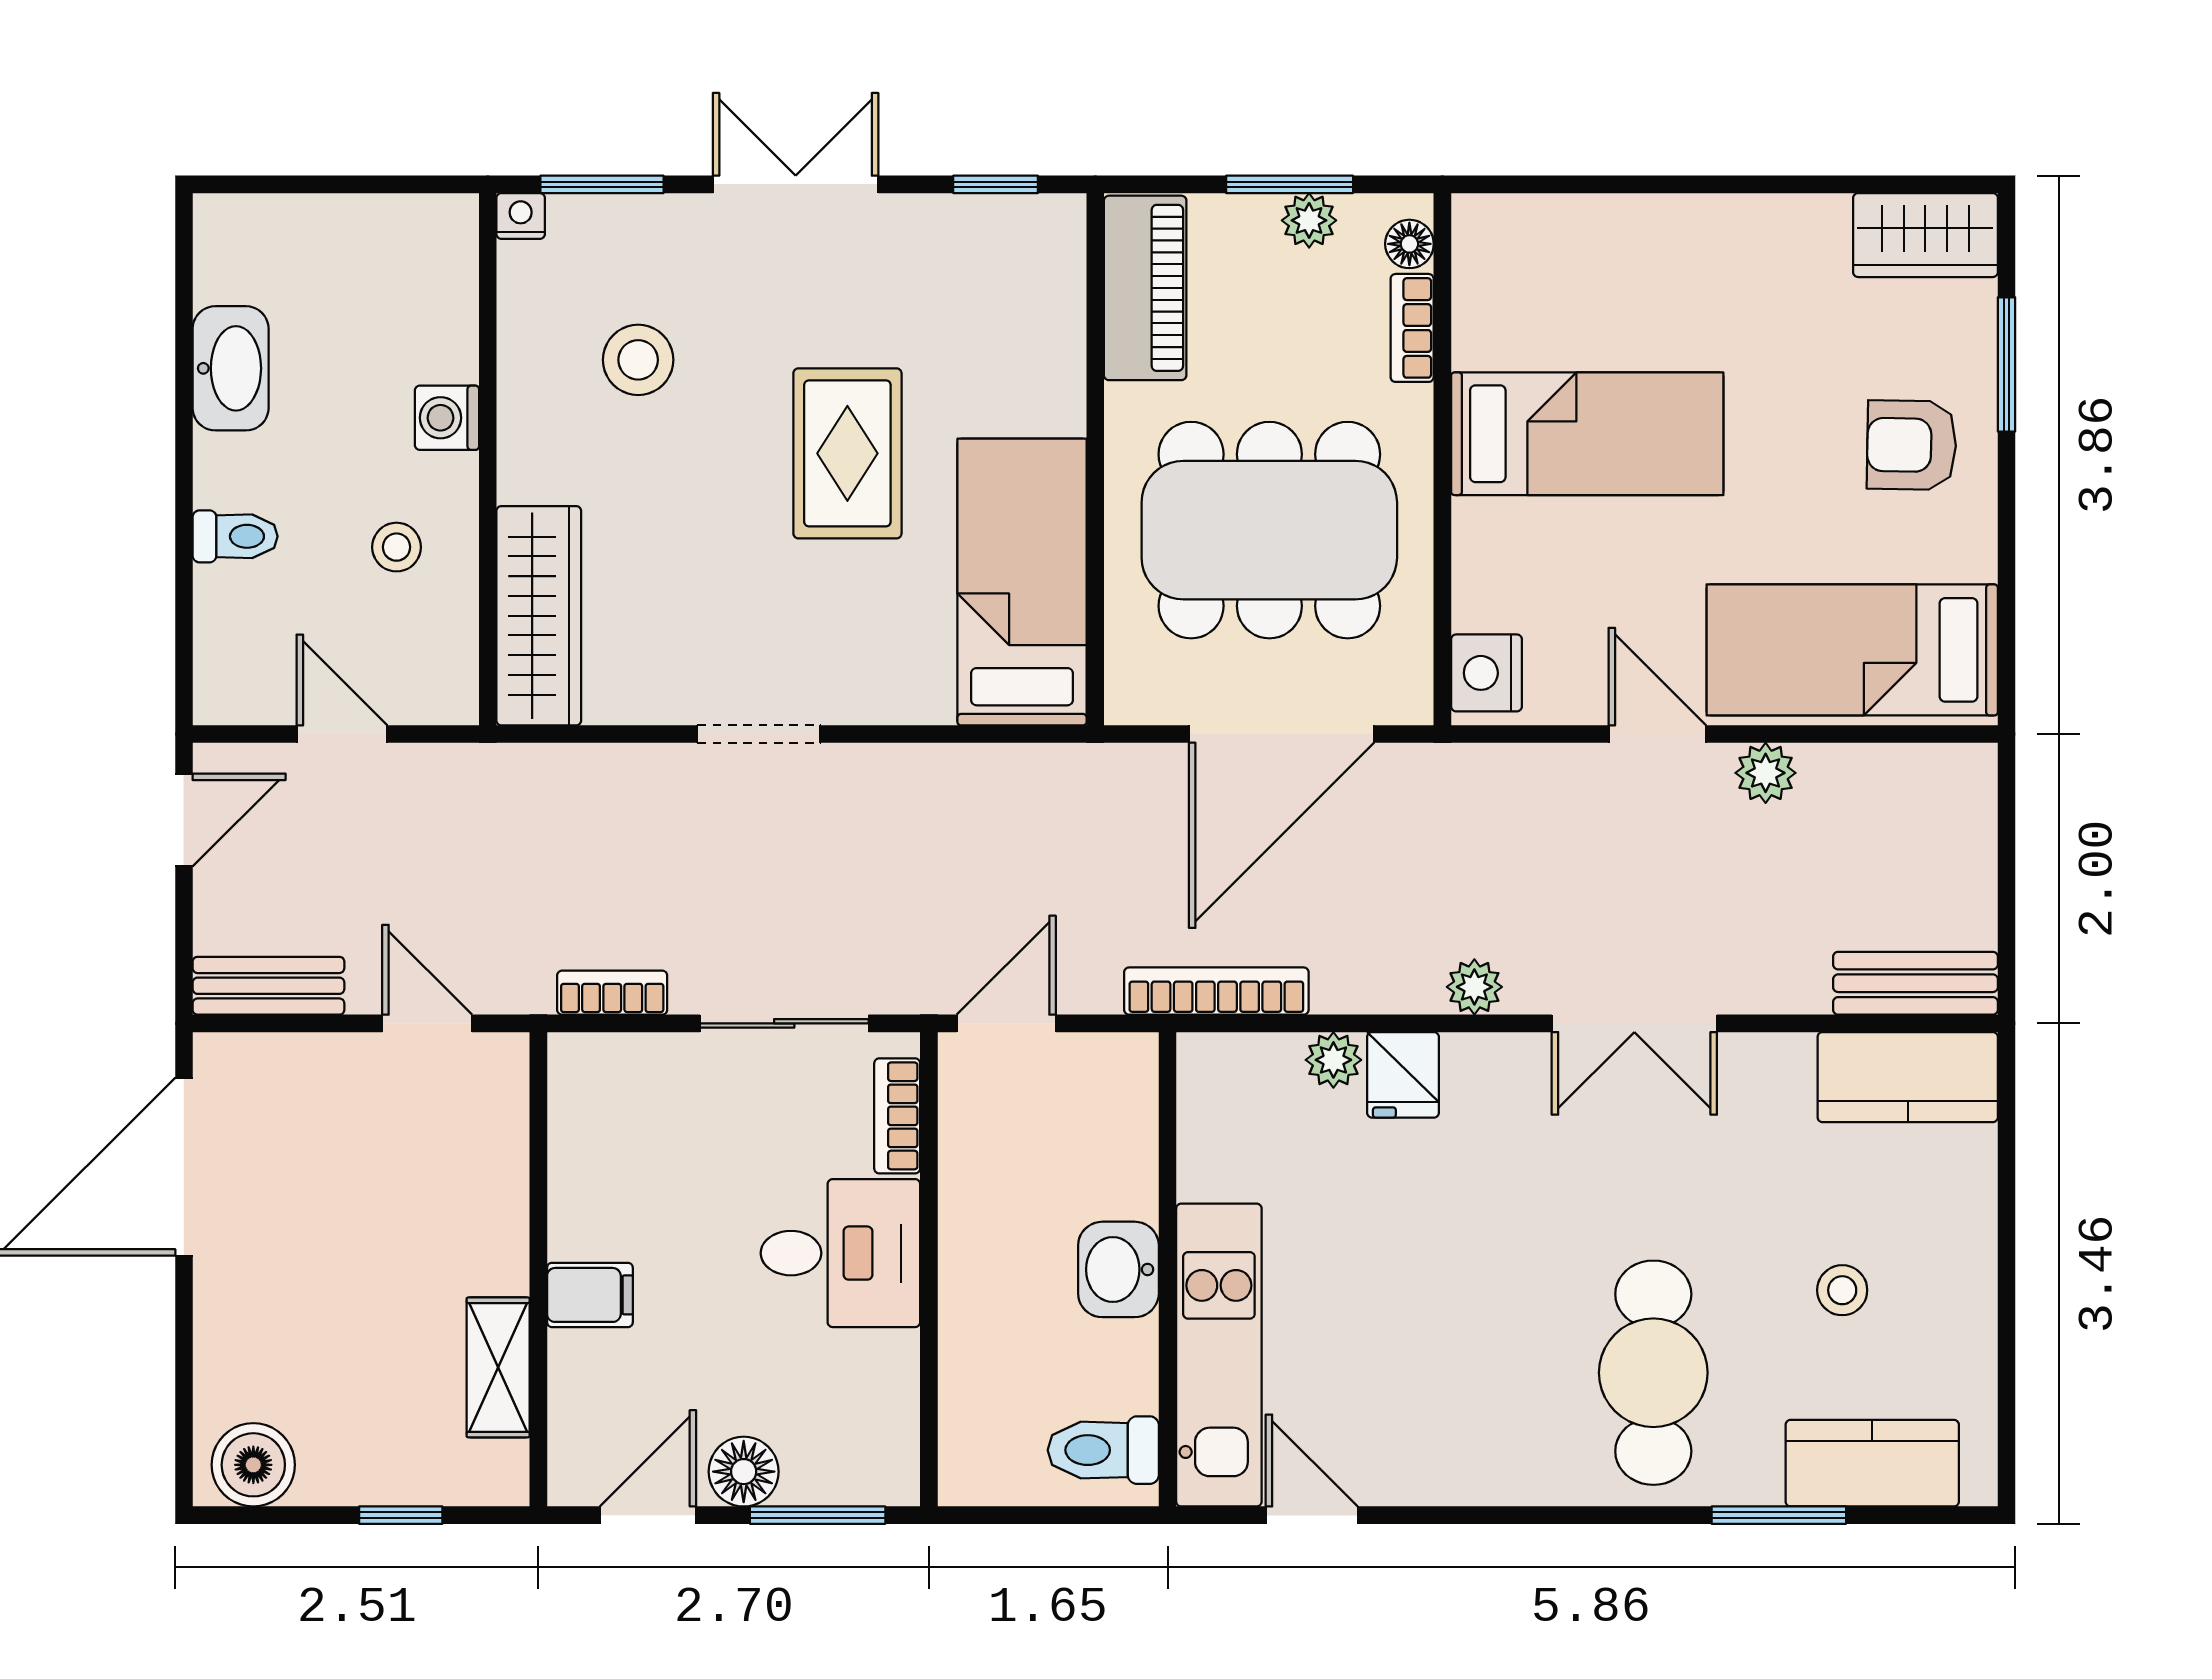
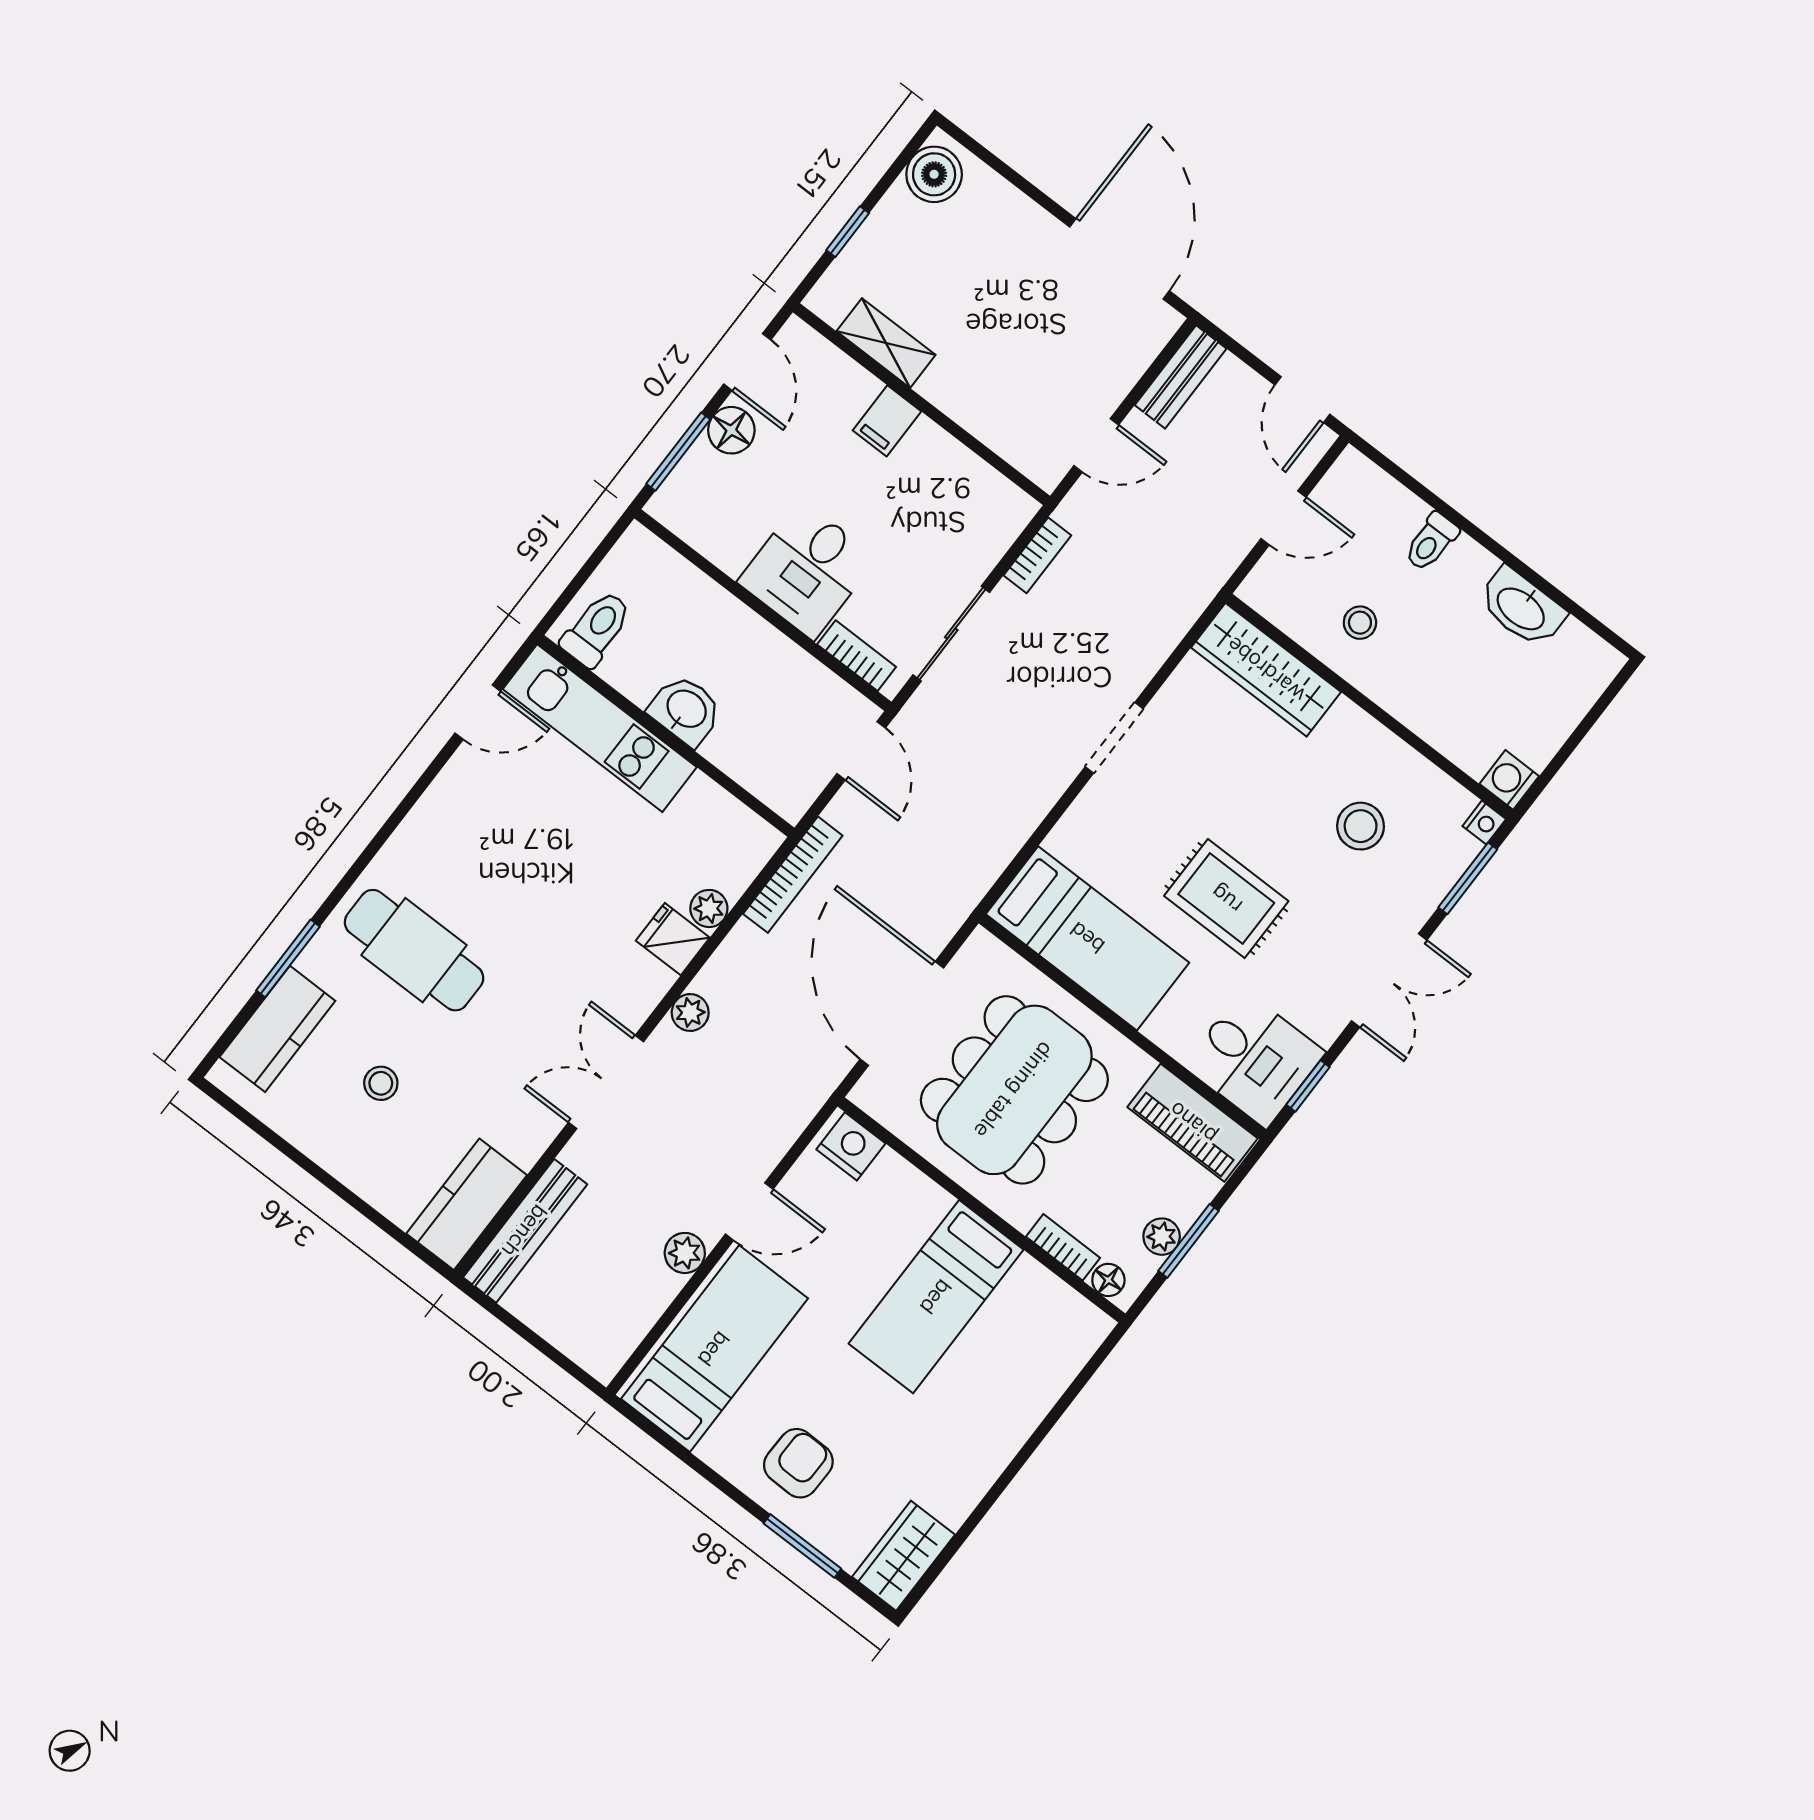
desk: (1013, 273) -> (1254, 1059), added
washing machine: (447, 418) -> (1509, 780), moved, turned -90
bench: (1915, 983) -> (525, 1231), width x1.36

